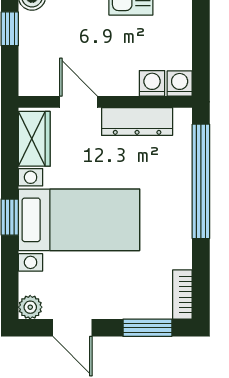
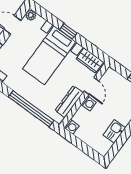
washing machine: (152, 83) -> (89, 103), moved
door: (79, 102) -> (91, 86), hinge flipped

